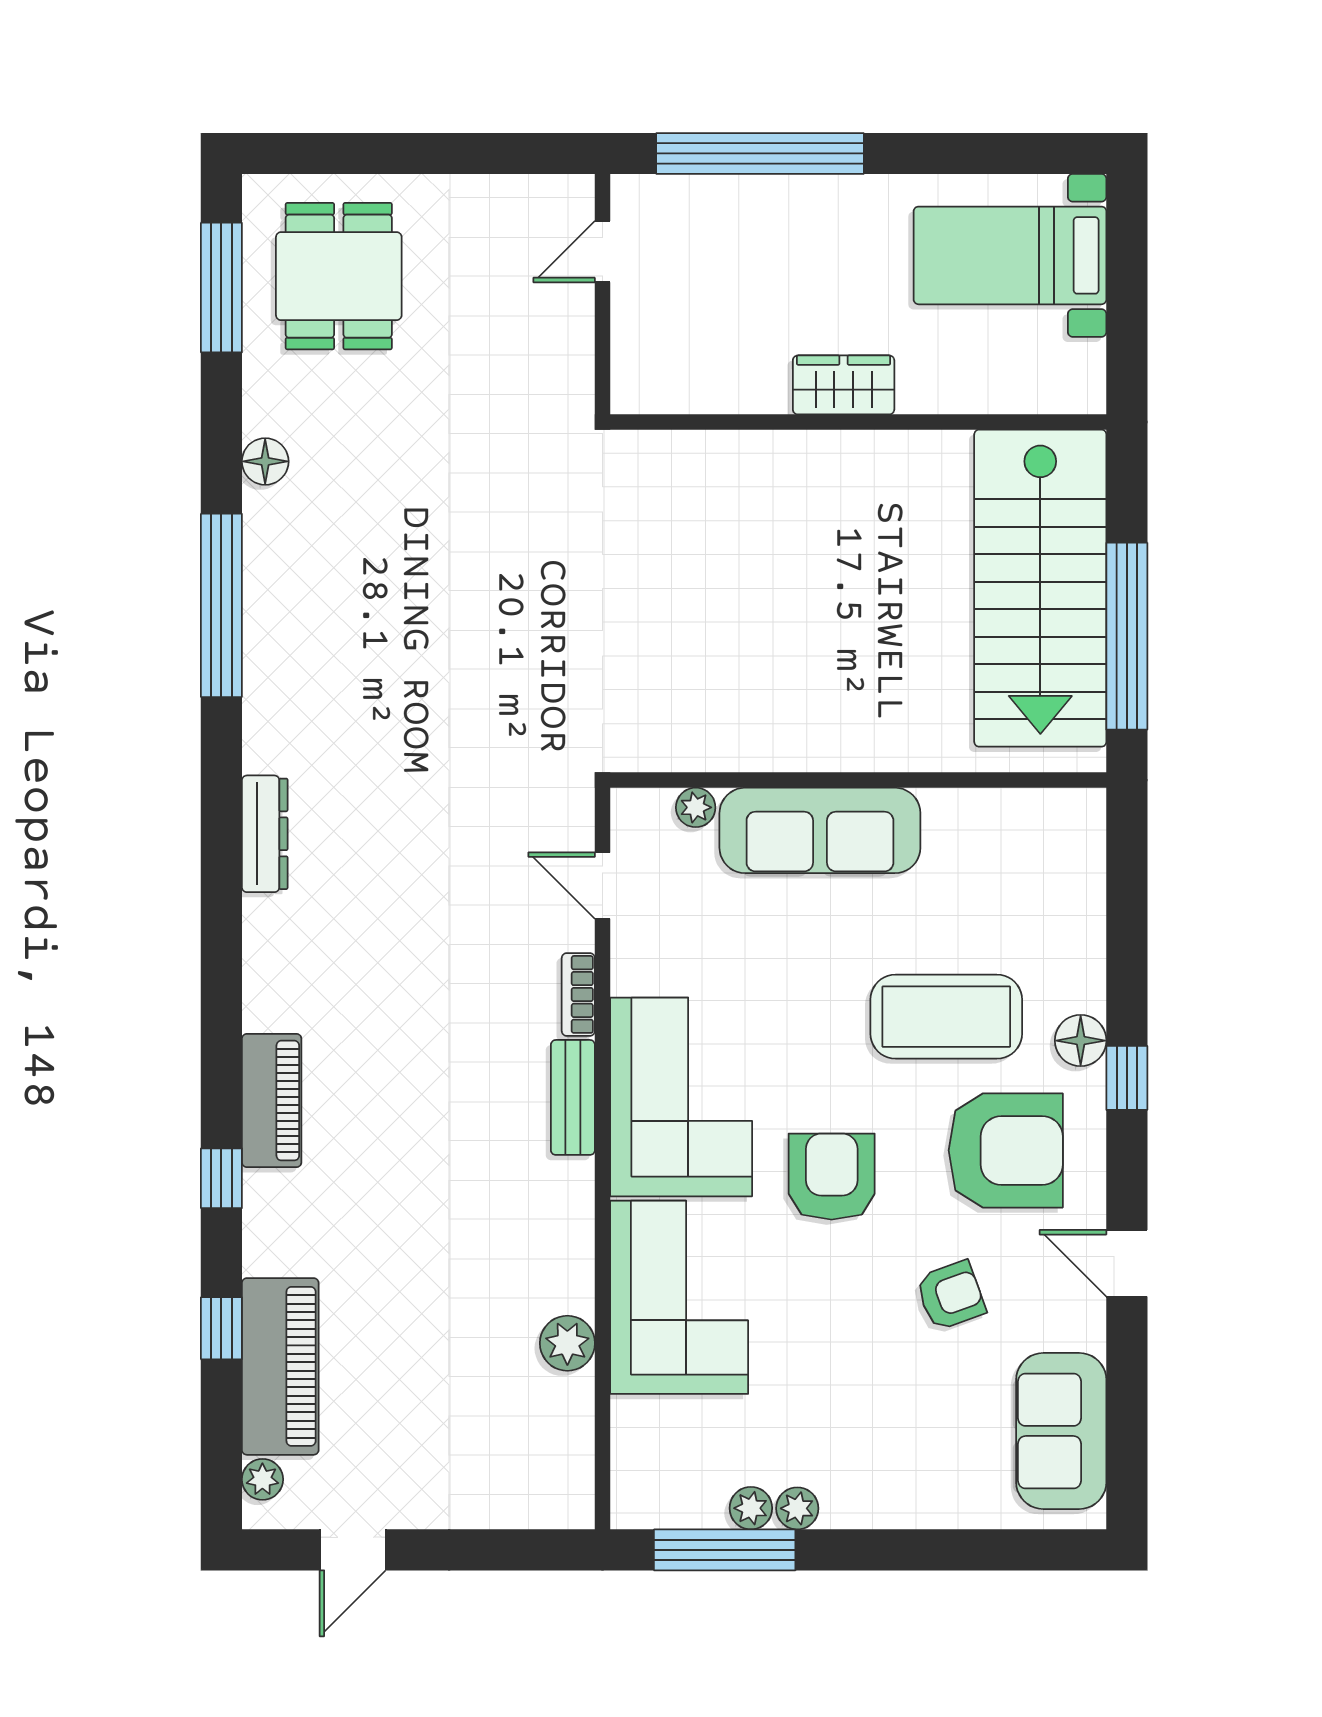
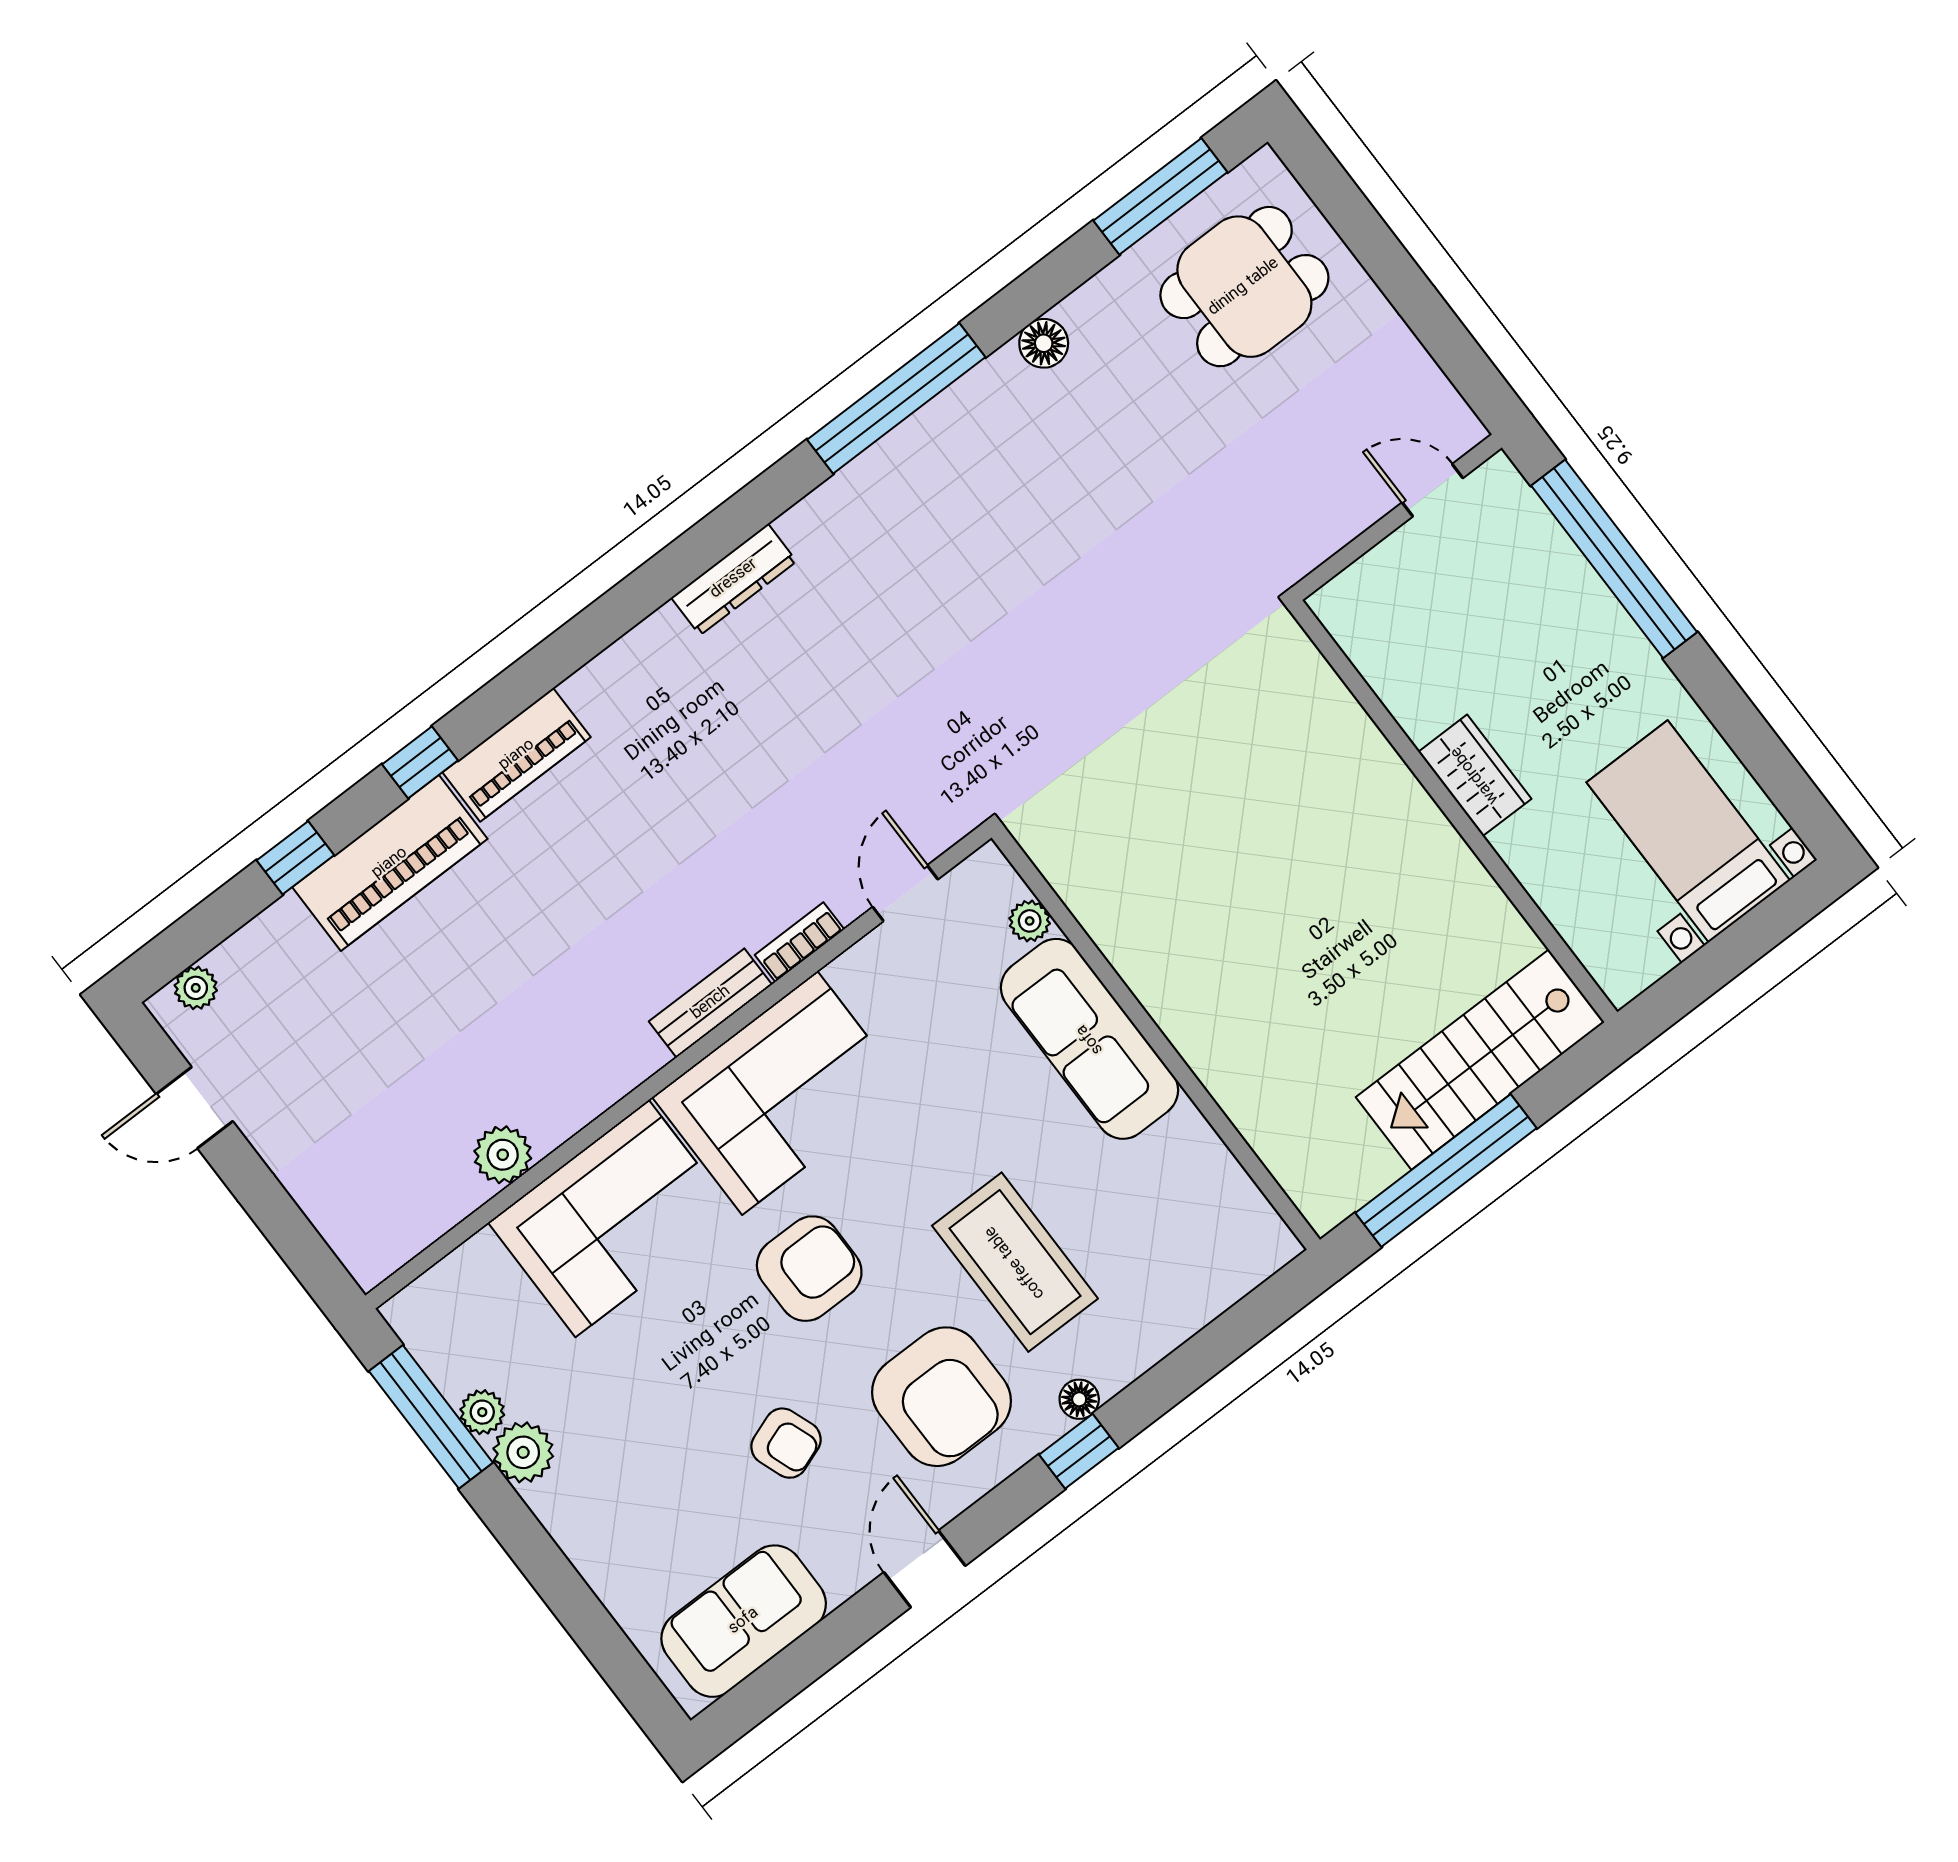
stairs: (1040, 588) -> (1480, 1060), width x0.73, depth x0.66
floor lamp: (1081, 1041) -> (1079, 1399), width x0.73, depth x0.73
piano: (280, 1366) -> (390, 863), moved
plant: (797, 1508) -> (523, 1452), width x1.38, depth x1.38

